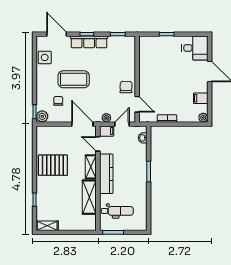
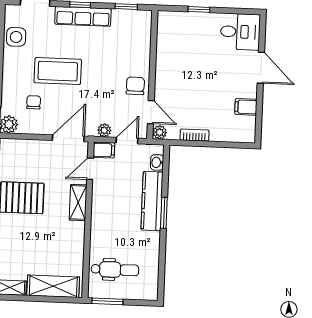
plant: (203, 118) -> (160, 132), moved
door: (82, 124) -> (68, 138), hinge flipped
door: (98, 144) -> (90, 169), hinge flipped
kitchen counter: (106, 174) -> (152, 201), moved, turned 180
shelving: (89, 197) -> (53, 286), moved, turned 90

